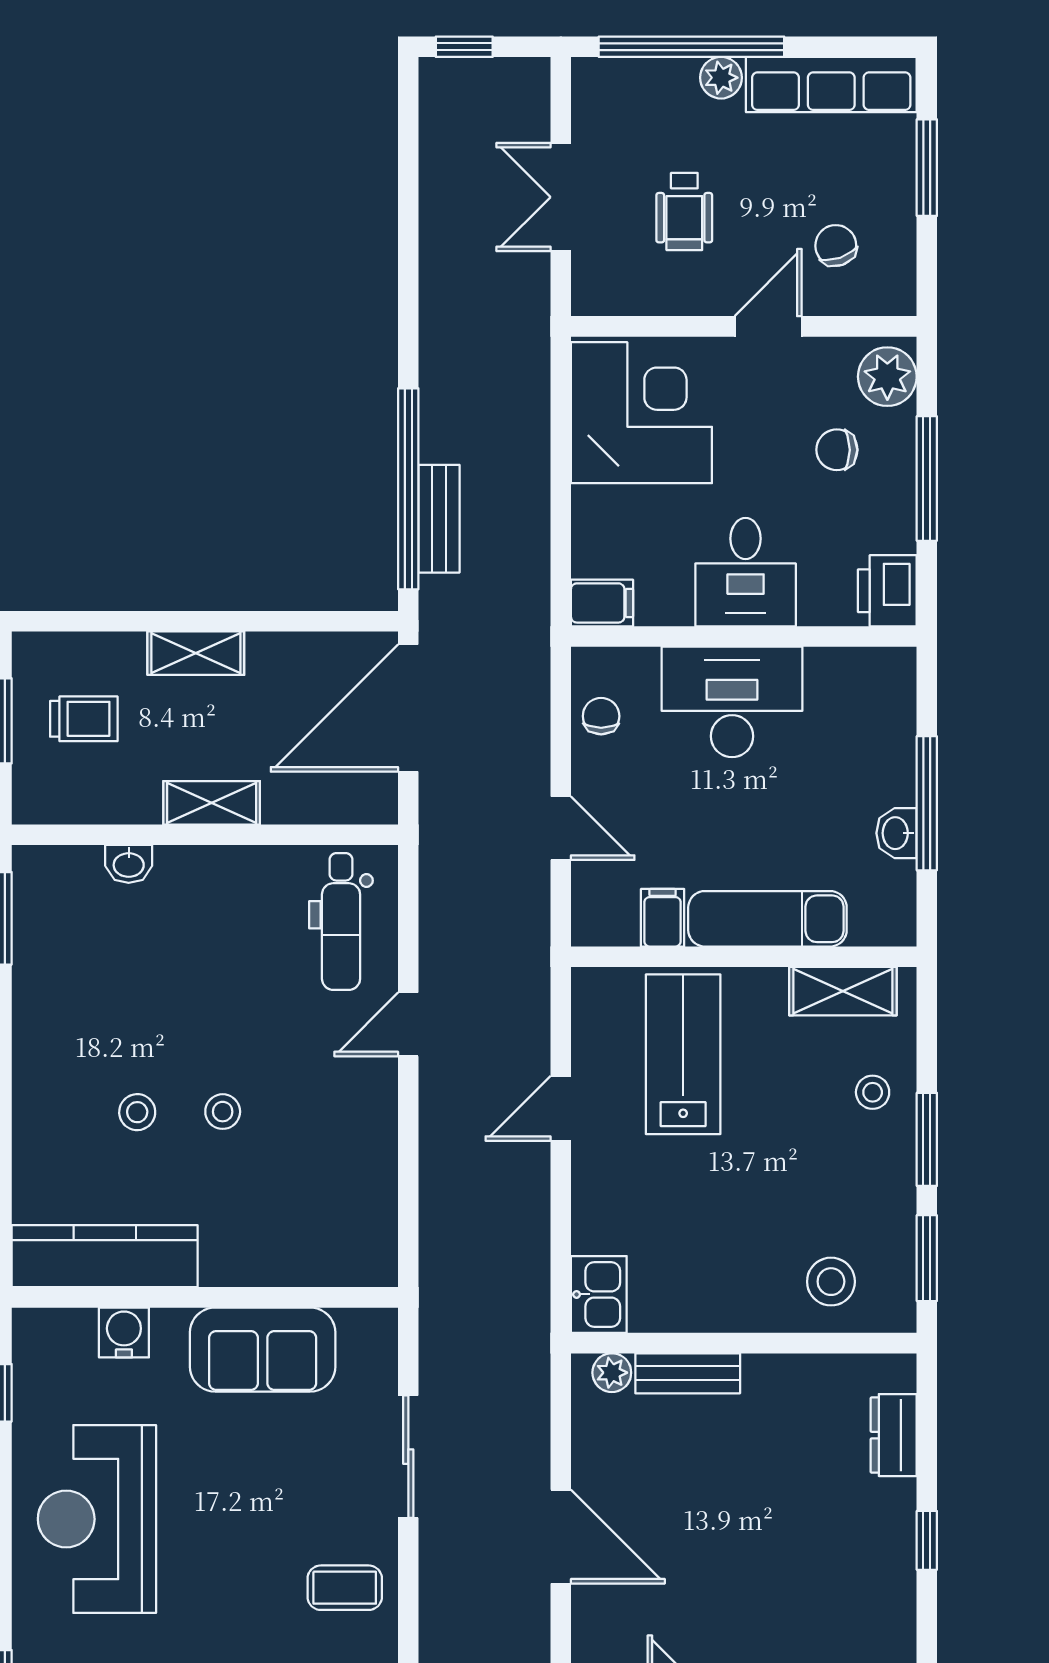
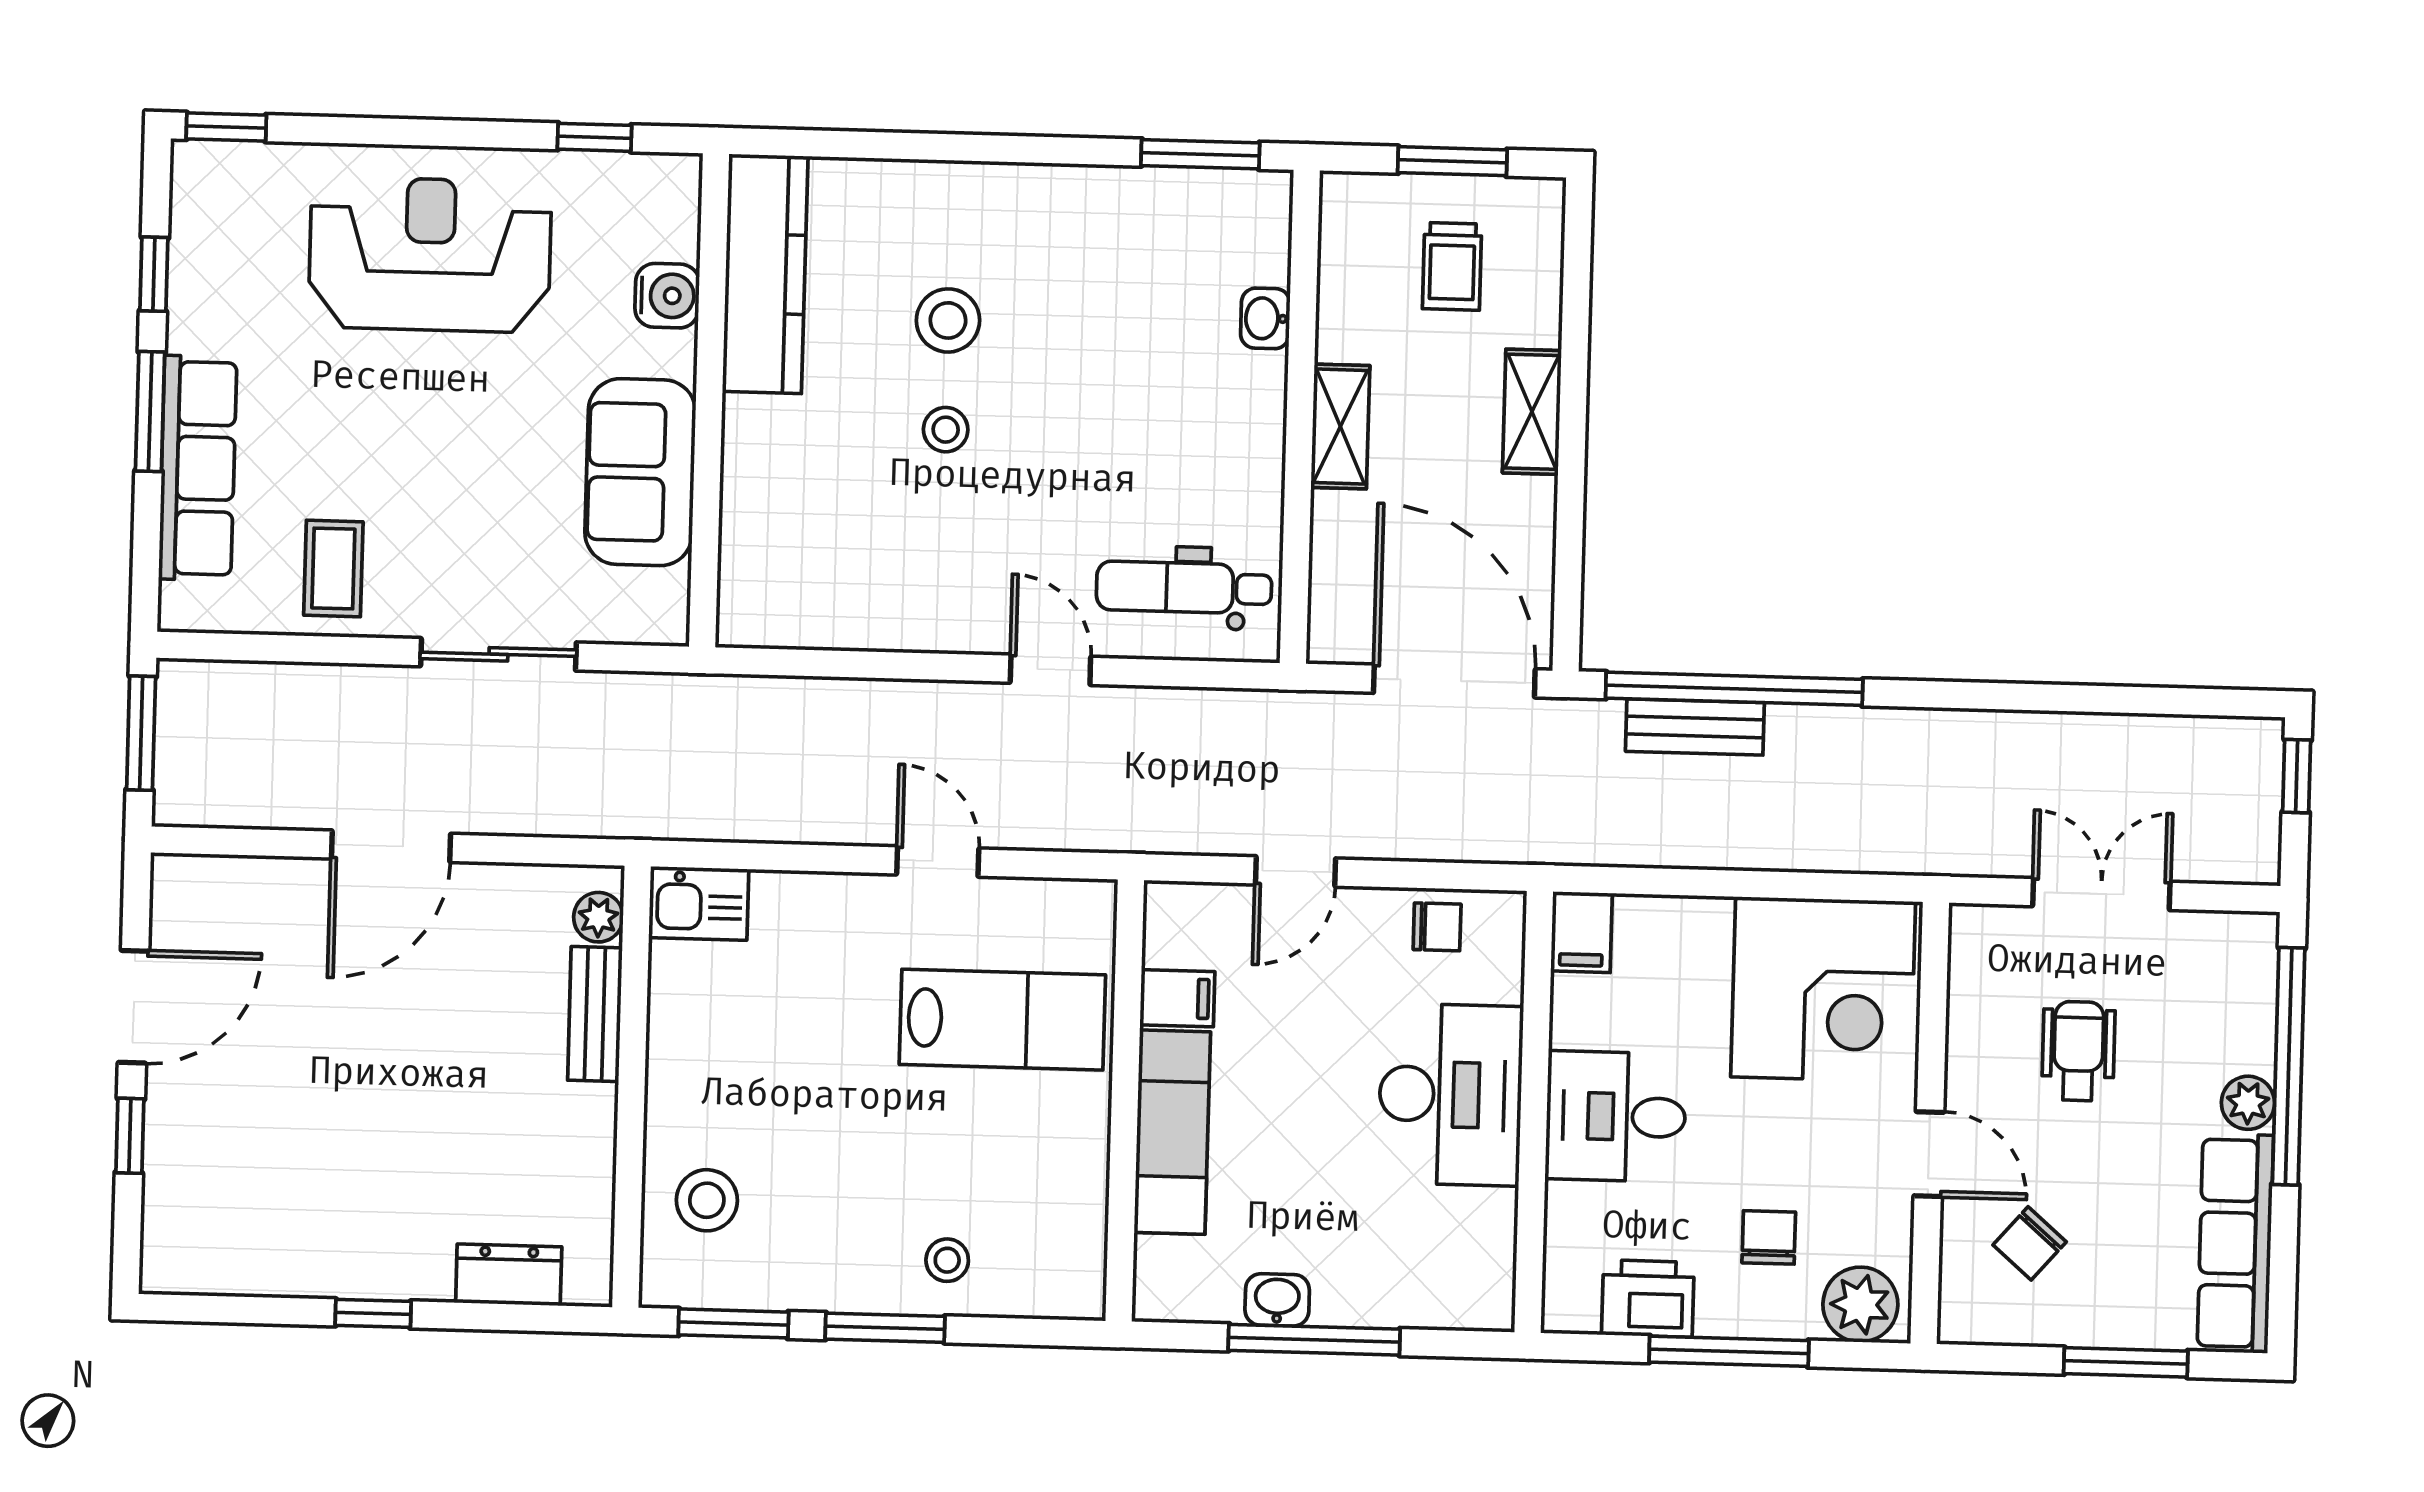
wheelchair: (684, 211) -> (2078, 1051), turned 90
chair: (836, 246) -> (2030, 1243), turned 150
printer: (887, 591) -> (1648, 1299), moved
shelving: (843, 991) -> (1077, 1226), removed
stool: (137, 1112) -> (948, 320), width x1.37, depth x1.37

